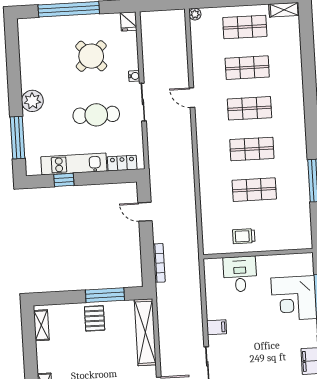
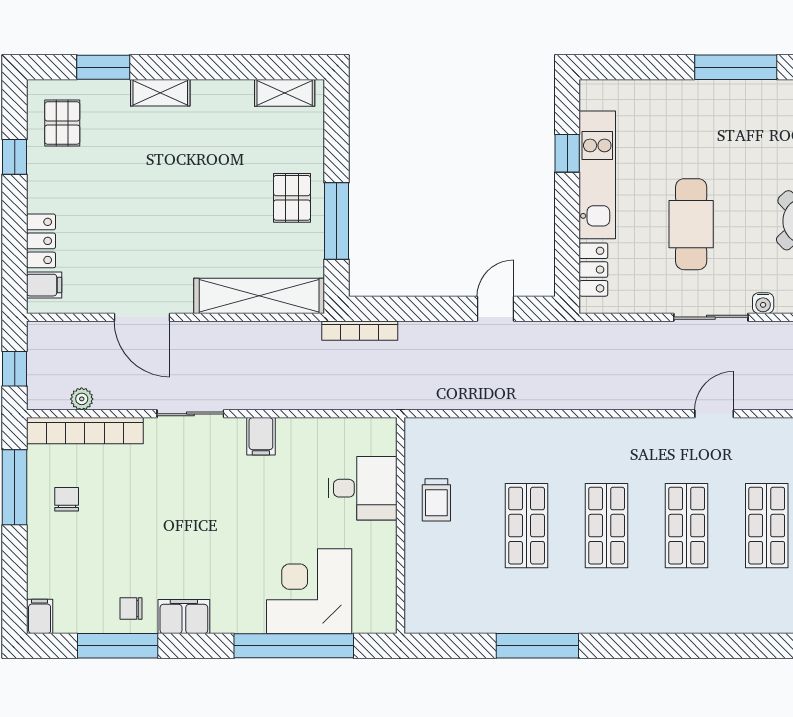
plant: (32, 101) -> (726, 100), removed
window: (17, 138) -> (736, 67), moved
trolley: (244, 236) -> (436, 500), turned 180
bookcase: (159, 263) -> (360, 331), moved
pallet: (95, 318) -> (292, 198), turned 90

